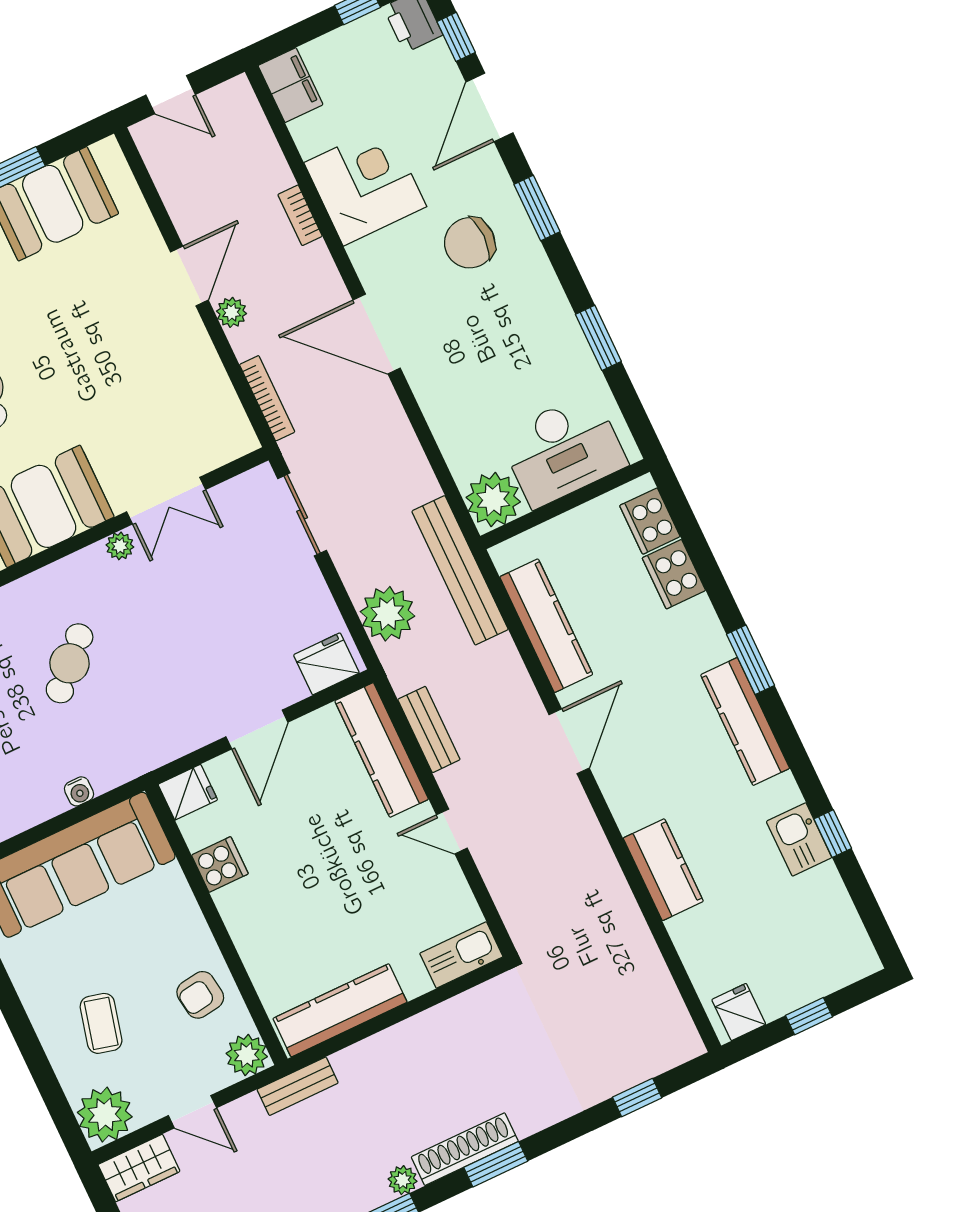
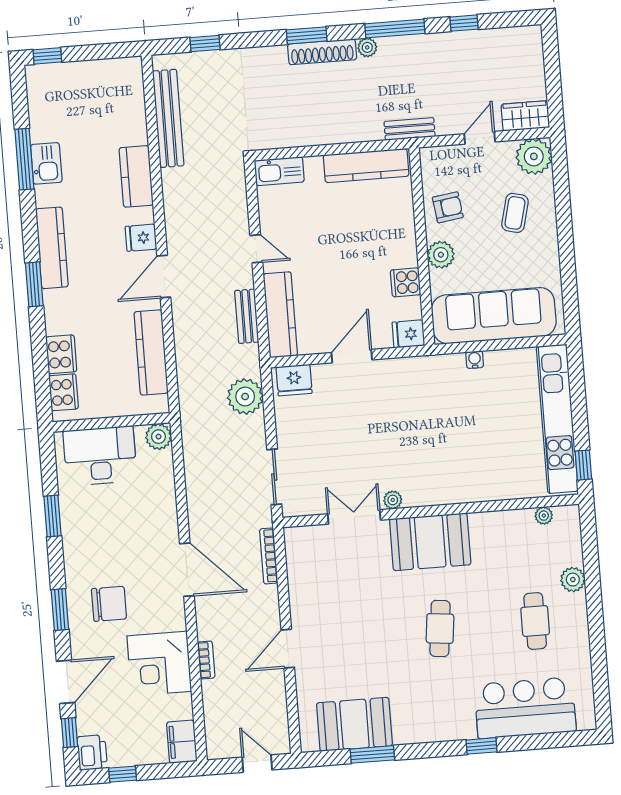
plant: (231, 312) -> (271, 617), removed
plant: (493, 500) -> (159, 437), width x0.73, depth x0.73
bench: (460, 570) -> (168, 118), moved
cafe table: (70, 663) -> (451, 440), removed
window: (833, 834) -> (24, 159), width x2.17
fridge: (739, 1012) -> (141, 238), moved, turned 90
window: (809, 1016) -> (47, 56), moved
plant: (247, 1055) -> (441, 255), moved
door: (193, 1112) -> (480, 138), hinge flipped

